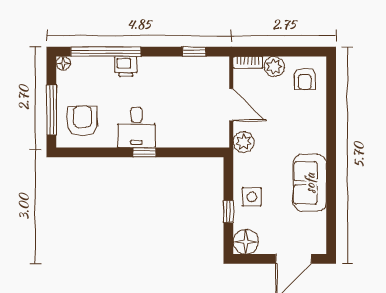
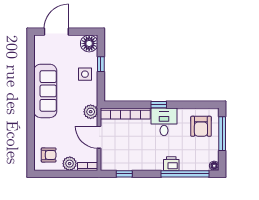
armchair: (305, 79) -> (49, 155), turned 90
bookcase: (193, 139) -> (125, 114), added
sofa: (310, 183) -> (45, 91), width x1.36

